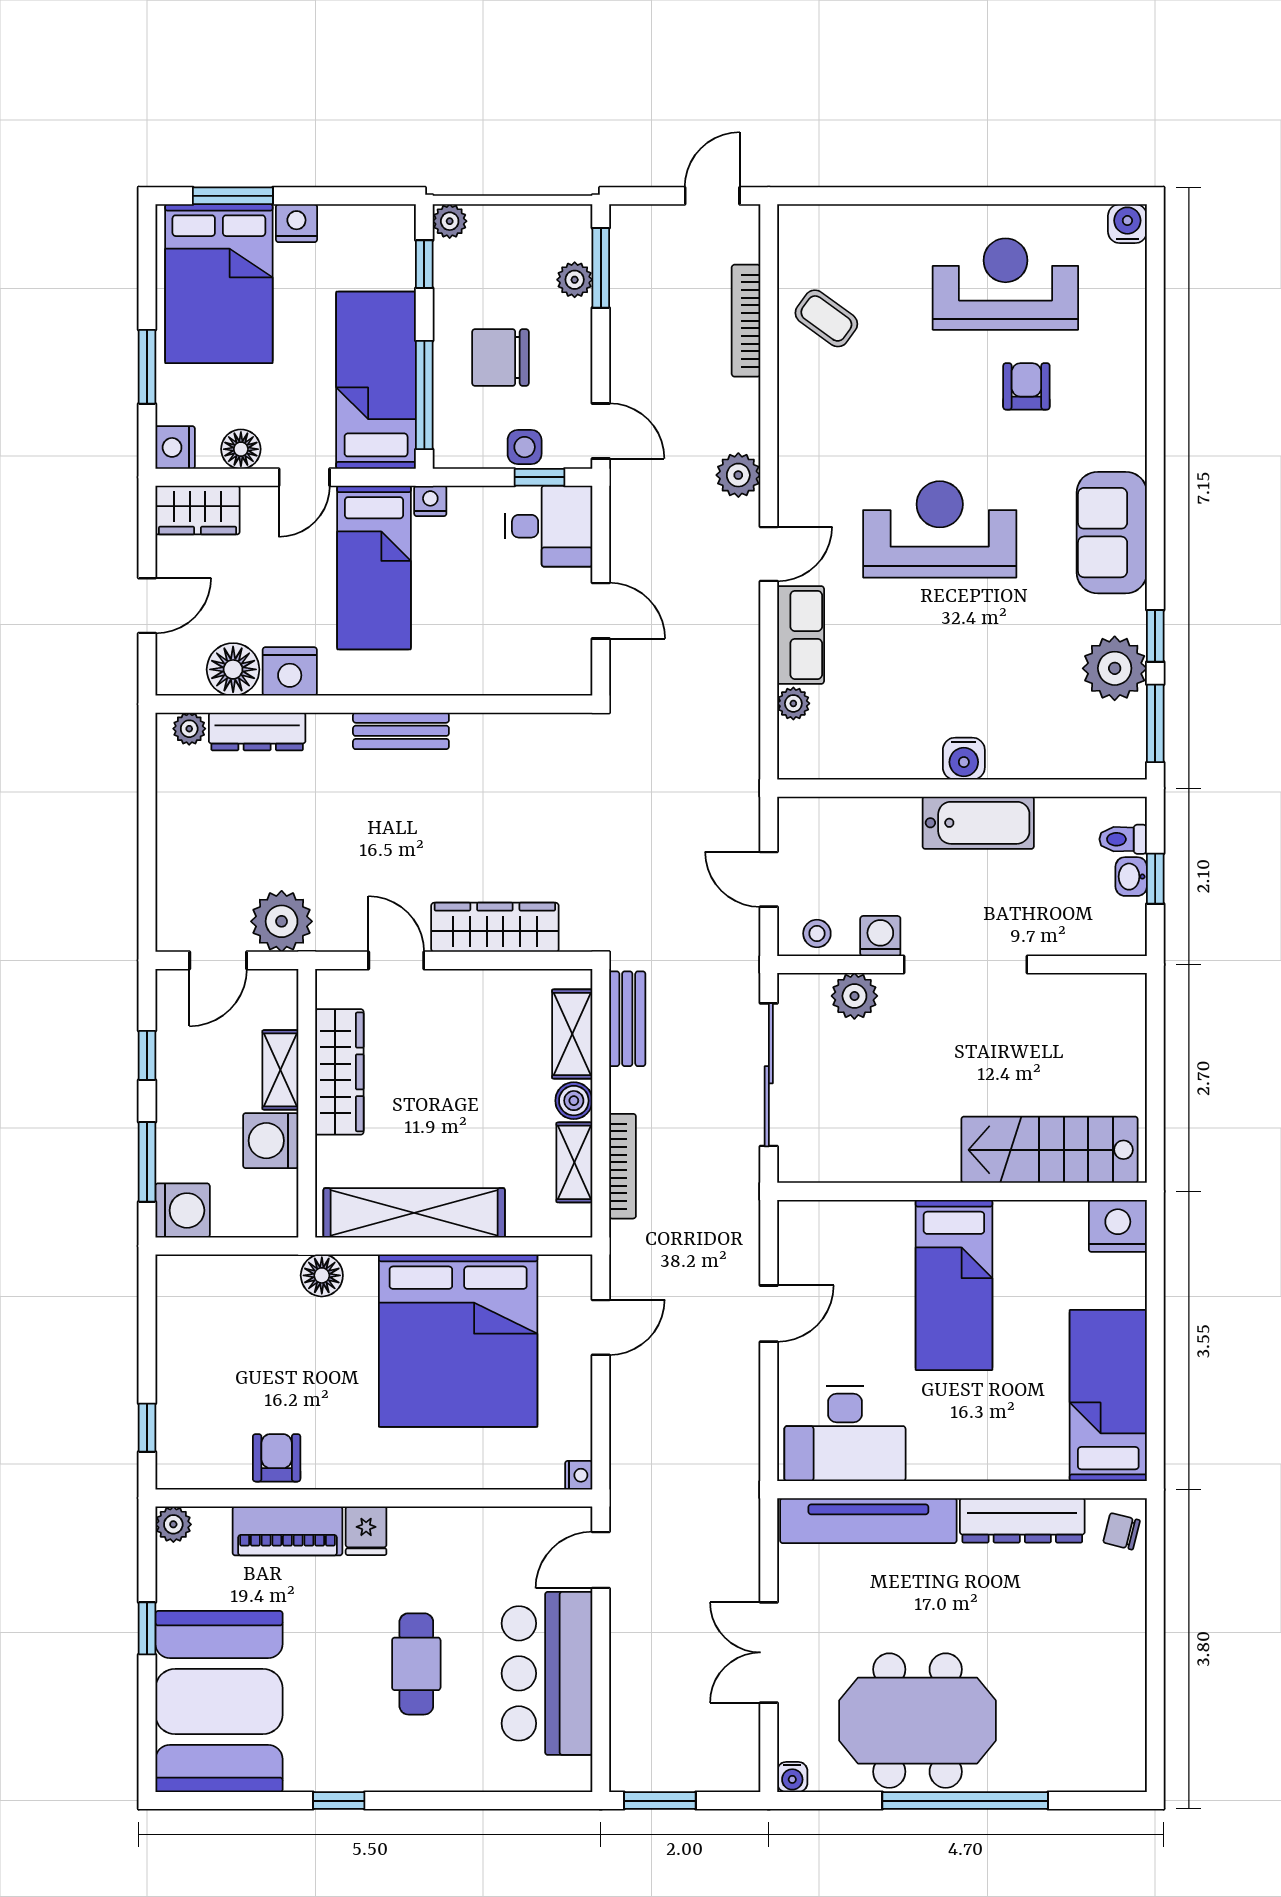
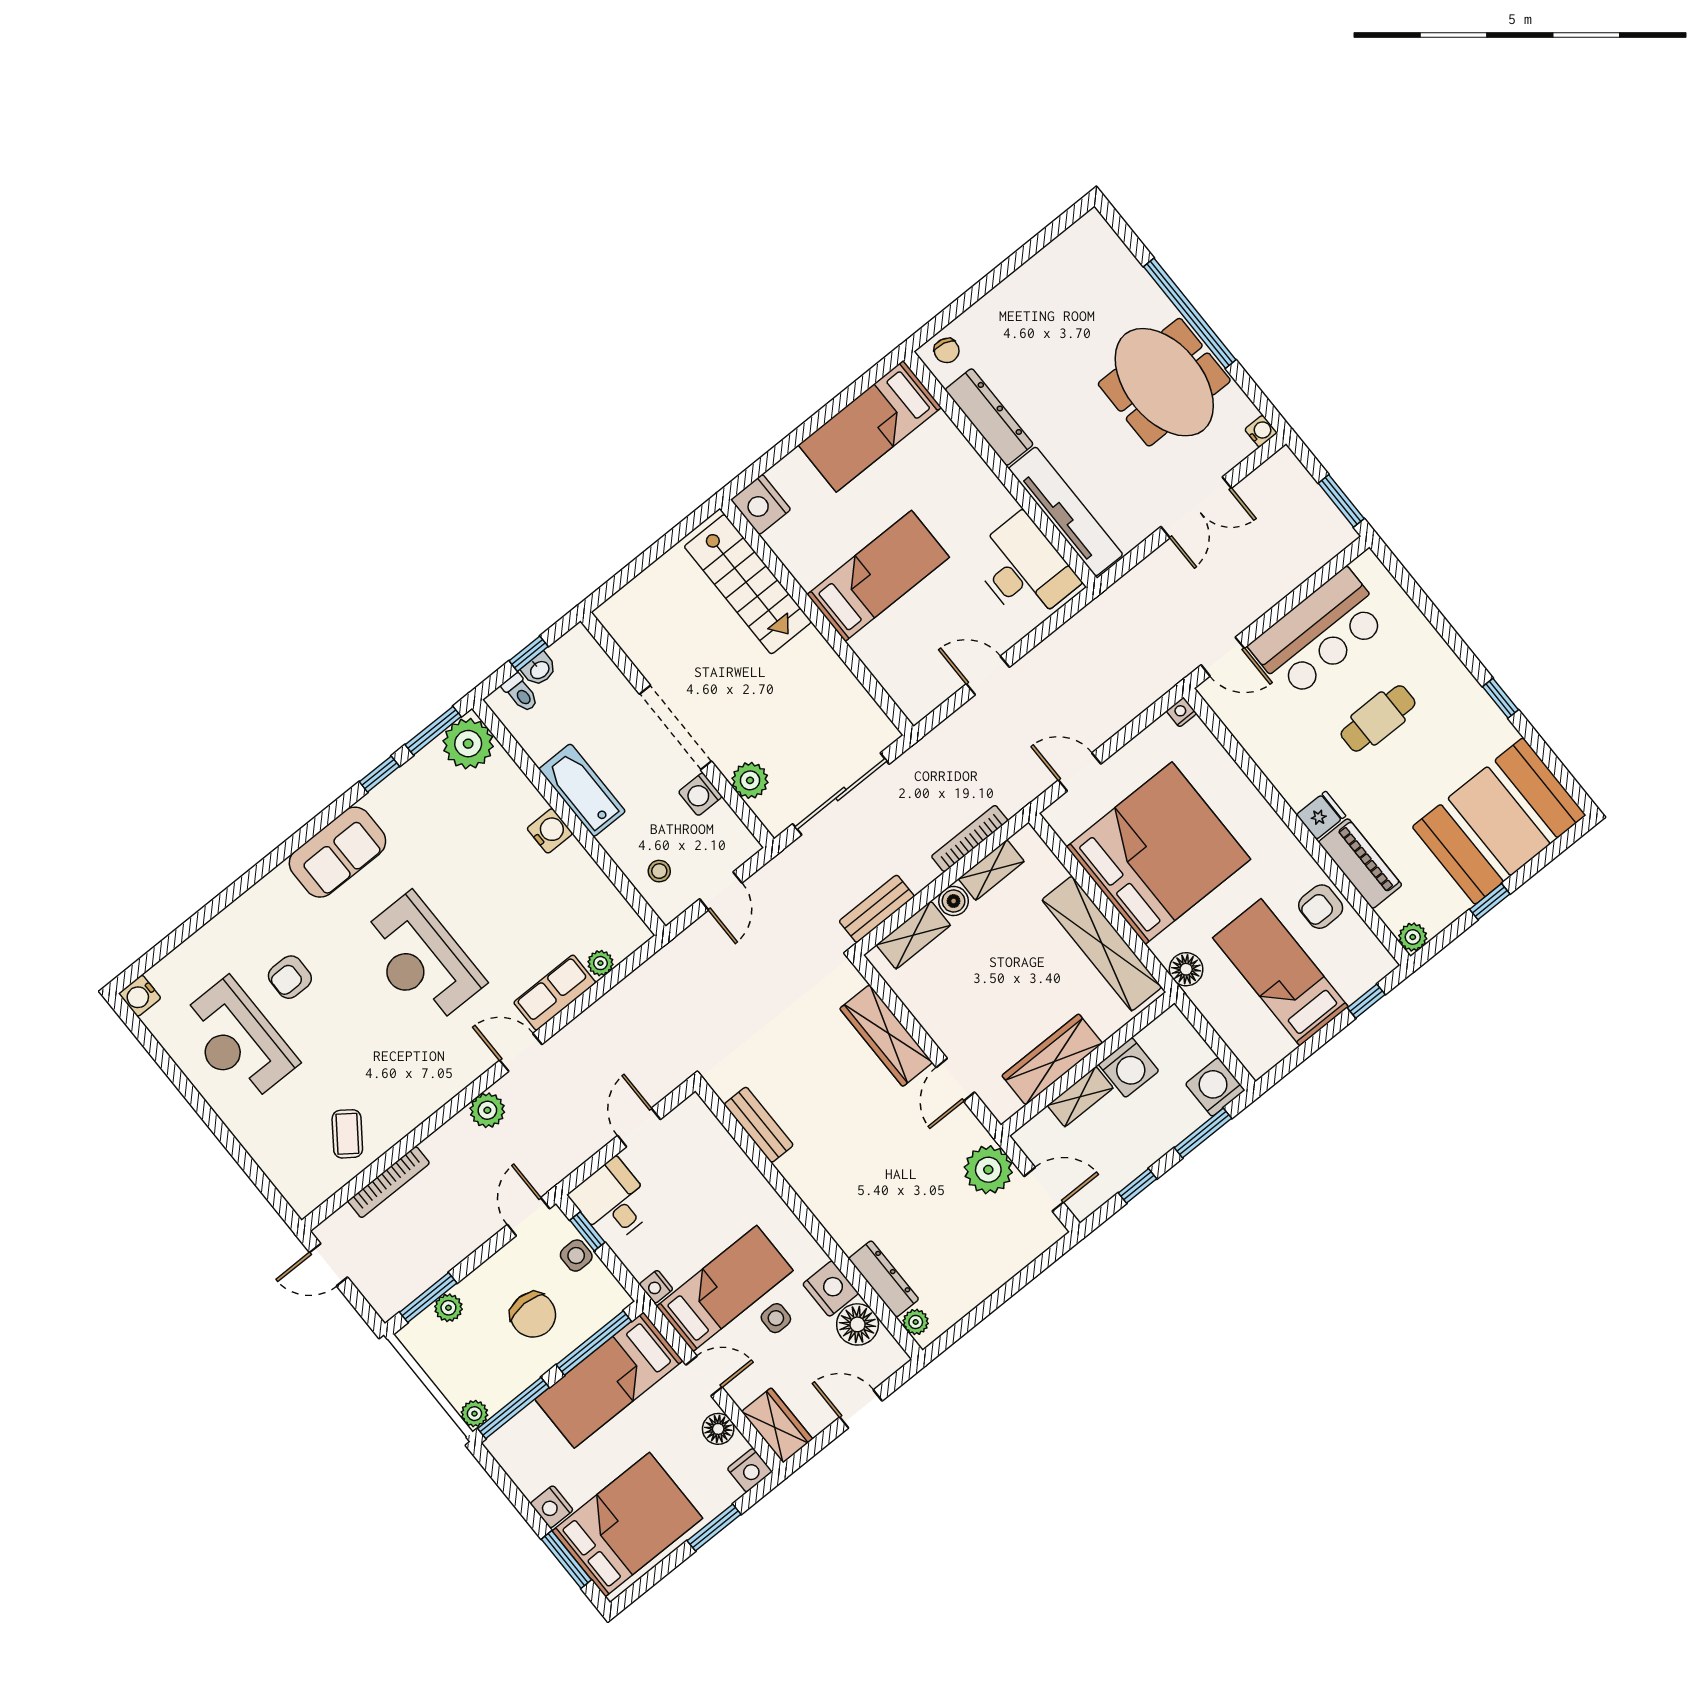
window: (424, 264) -> (513, 1408), width x2.17
side table: (304, 594) -> (776, 1318), added
plant: (1115, 668) -> (468, 744), moved
bench: (401, 731) -> (759, 1125), moved
stool: (817, 933) -> (659, 871), moved
bed: (244, 1366) -> (1281, 972), added

